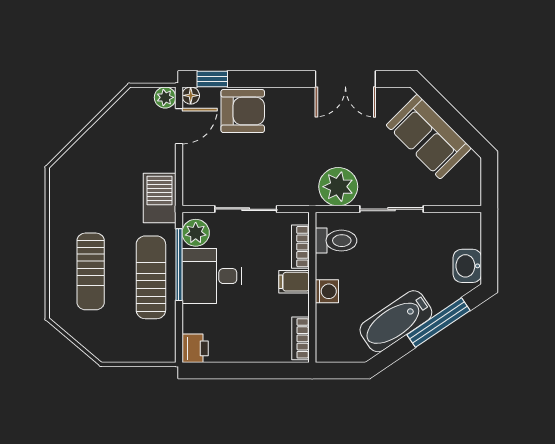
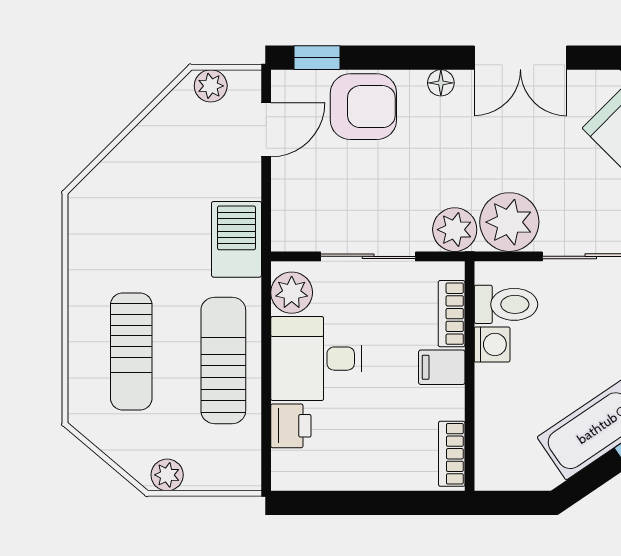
floor lamp: (191, 95) -> (441, 83), moved
plant: (165, 97) -> (211, 86), moved
plant: (302, 192) -> (455, 230), added
window: (179, 265) -> (266, 341), removed
washing machine: (327, 291) -> (492, 344), moved
printer: (195, 348) -> (291, 426), moved
plant: (114, 352) -> (167, 475), added

